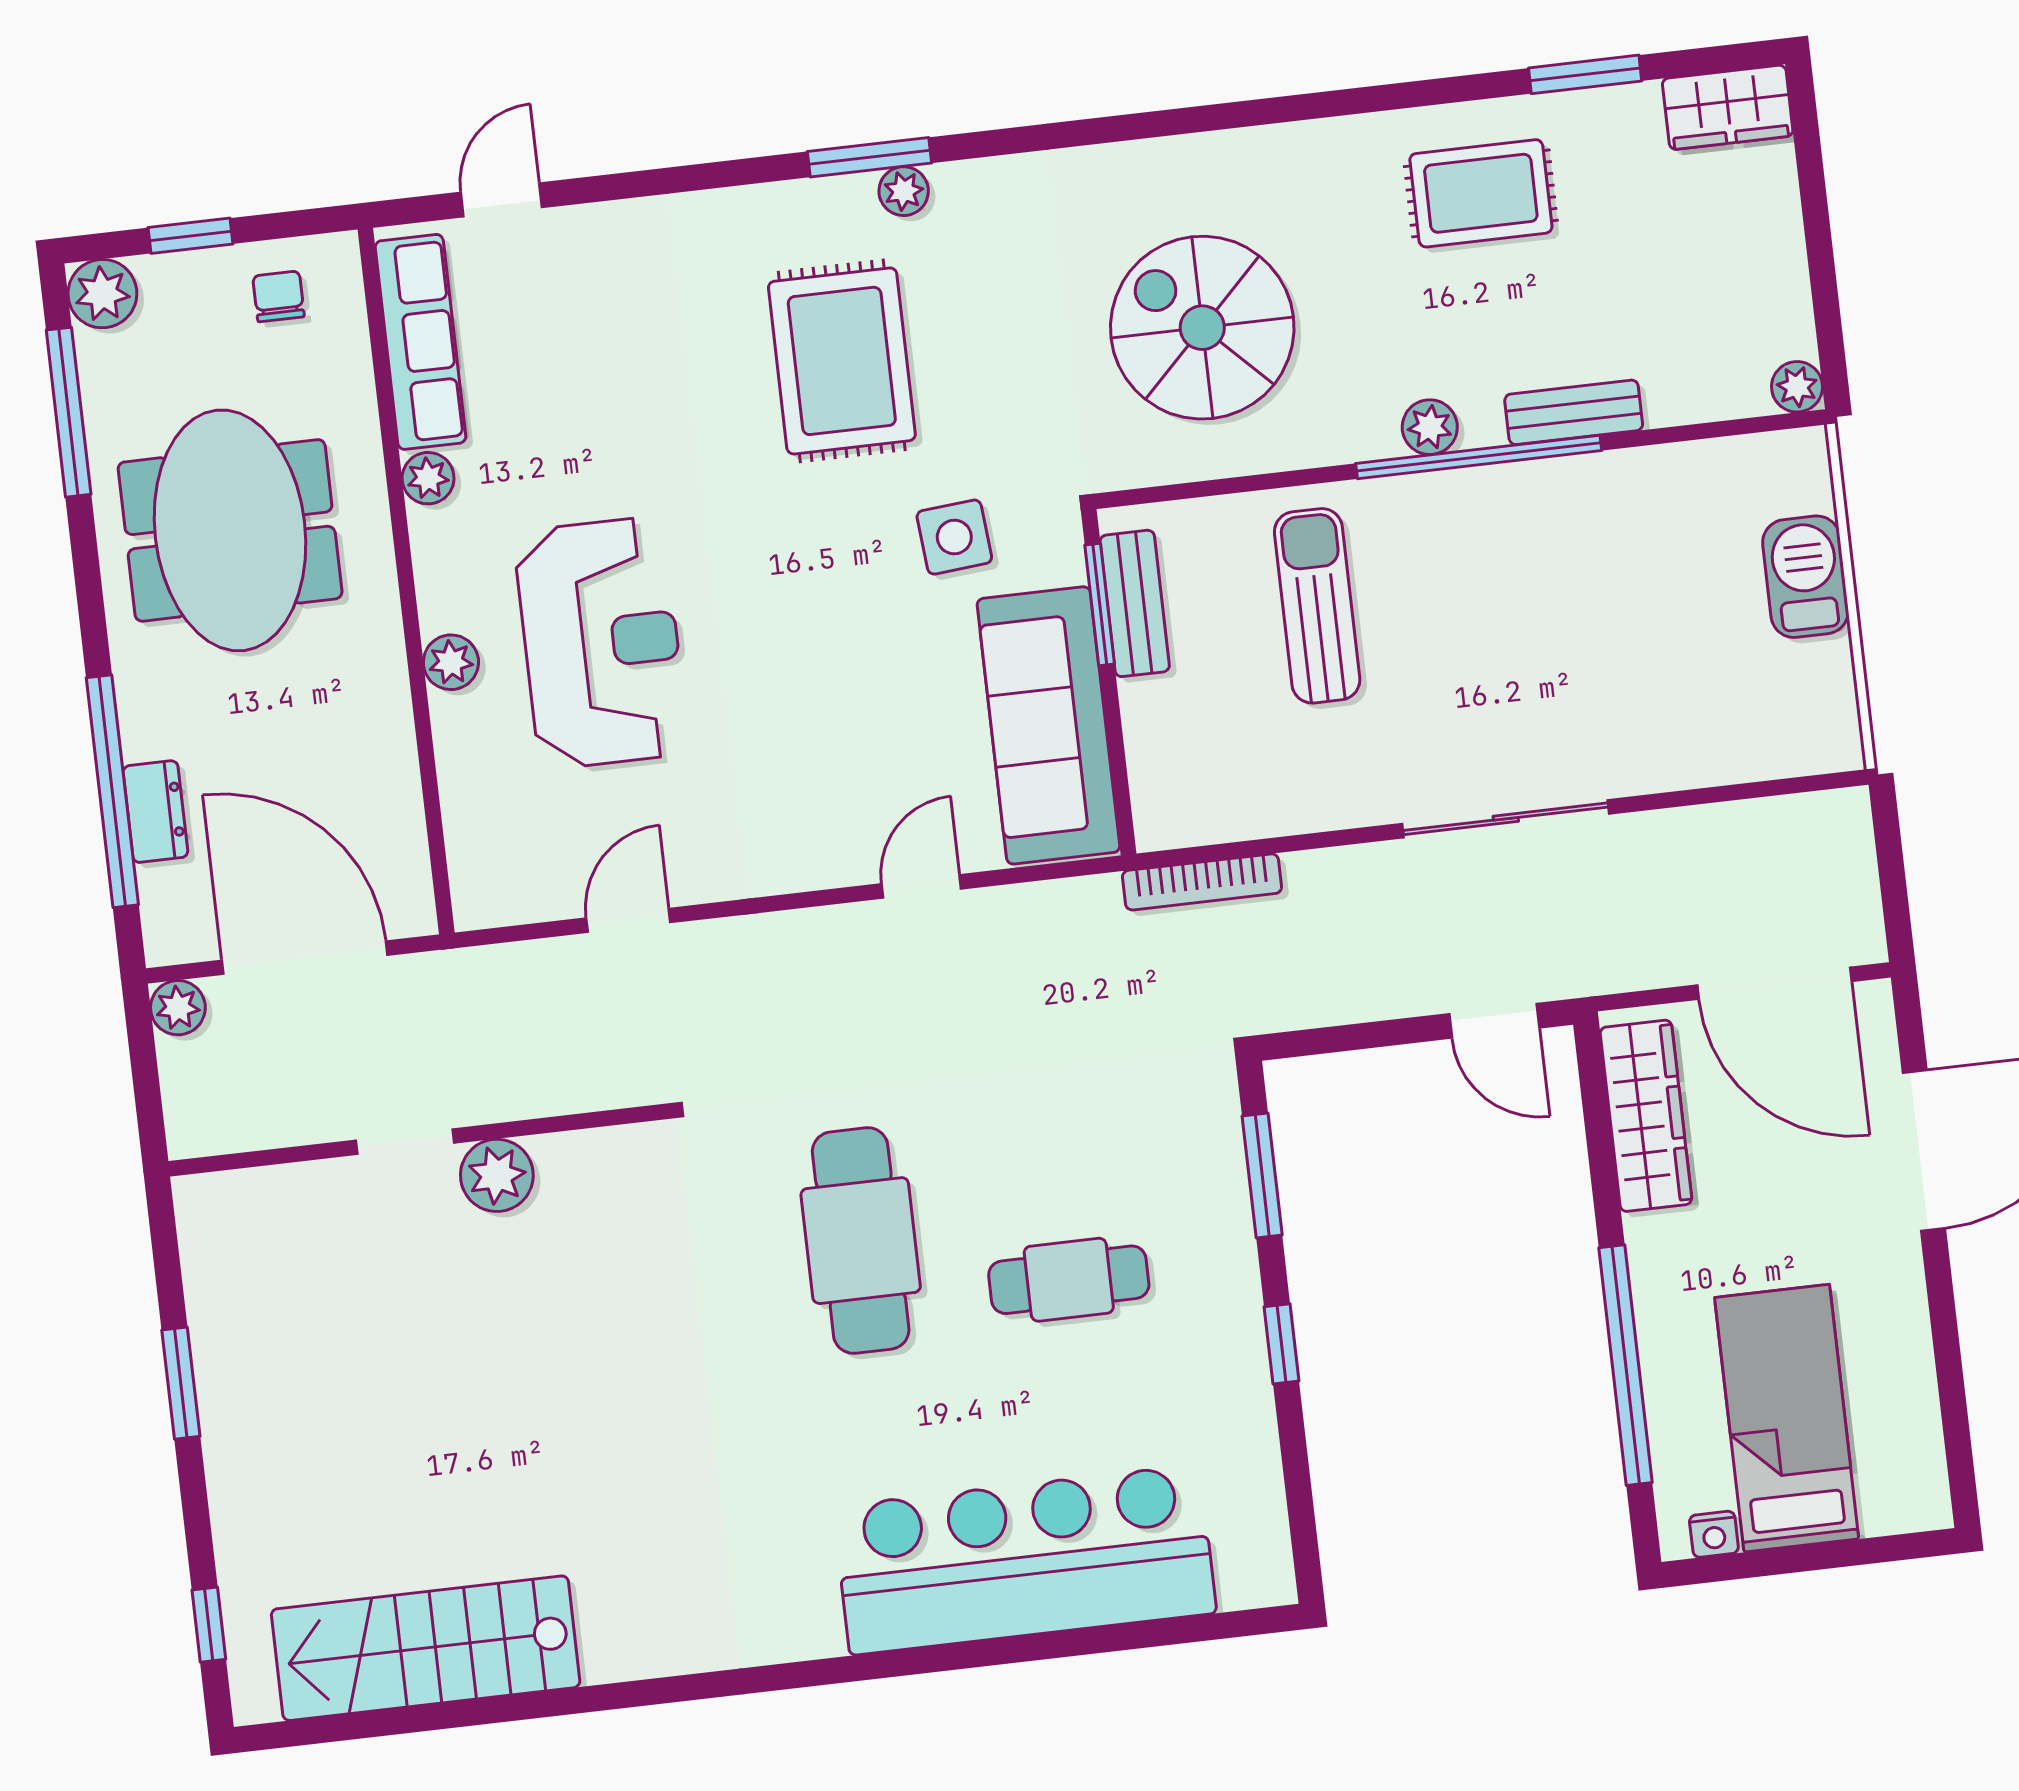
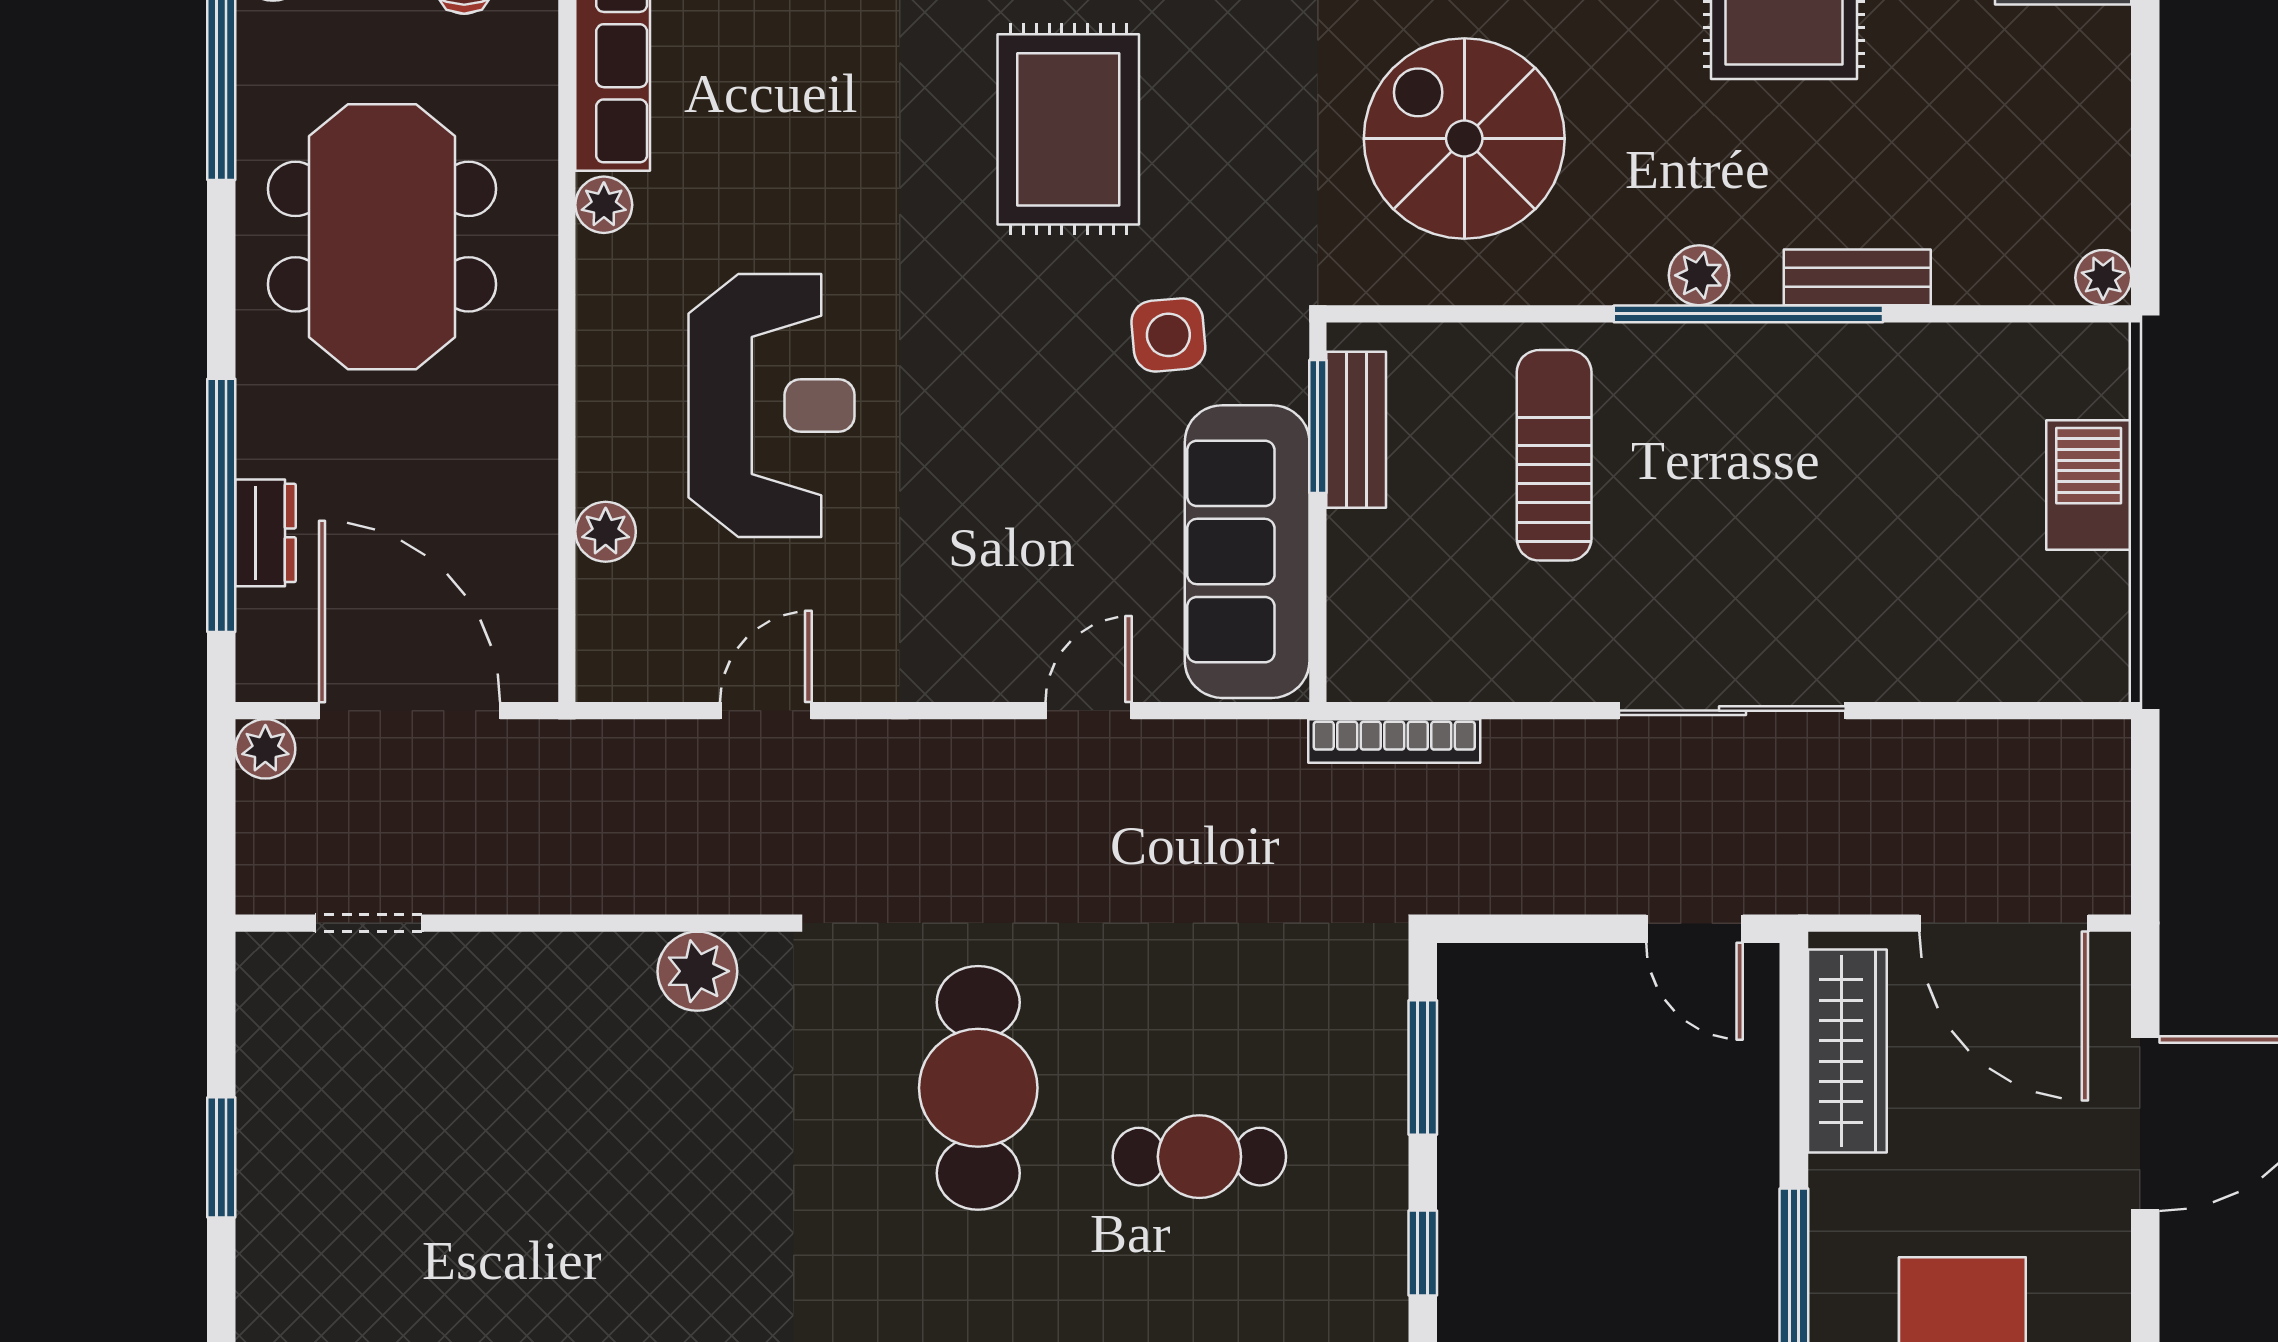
plant: (451, 662) -> (606, 532), moved
doorway: (405, 1142) -> (368, 923), moved
plant: (497, 1175) -> (697, 971), moved

